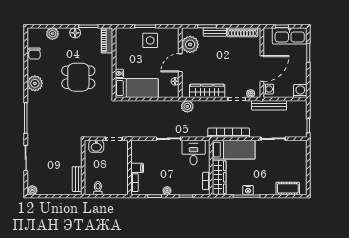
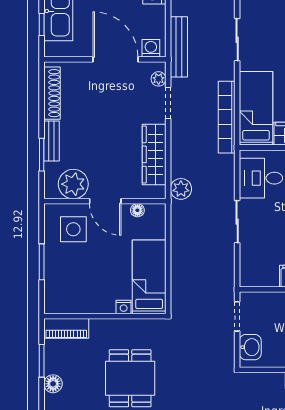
side table: (150, 40) -> (73, 229), moved

